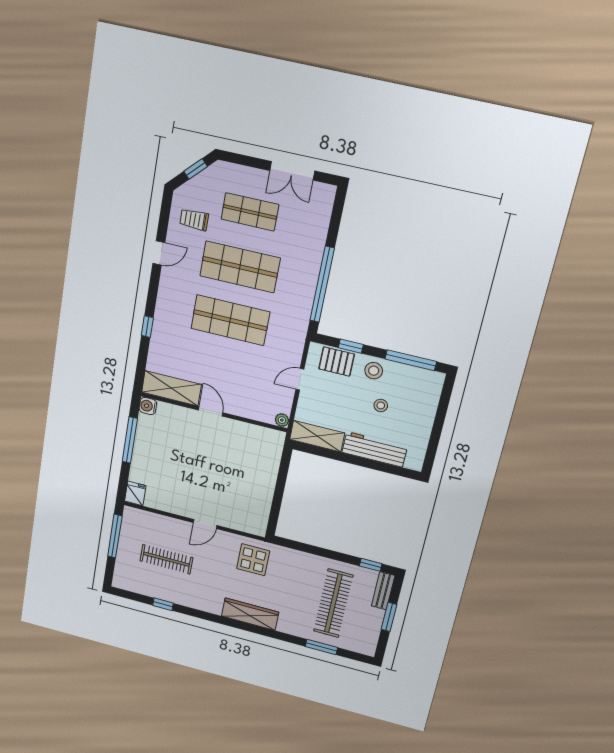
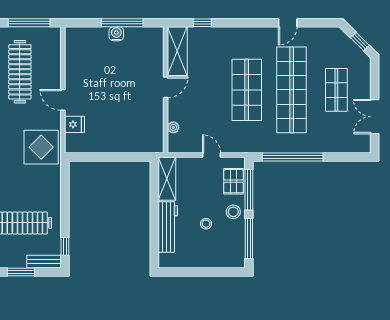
trolley: (194, 220) -> (321, 47), removed
door: (159, 253) -> (288, 23), hinge flipped
shop shelf: (240, 267) -> (292, 90), width x1.40
window: (147, 327) -> (202, 23), moved
window: (351, 346) -> (249, 190), width x2.17
water cooler: (148, 406) -> (116, 34), moved
plant: (282, 420) -> (173, 127), moved
fridge: (135, 493) -> (75, 124), moved
clothes rail: (166, 559) -> (20, 72), width x1.37, depth x1.31
display table: (253, 560) -> (41, 147), width x1.36, depth x1.36

